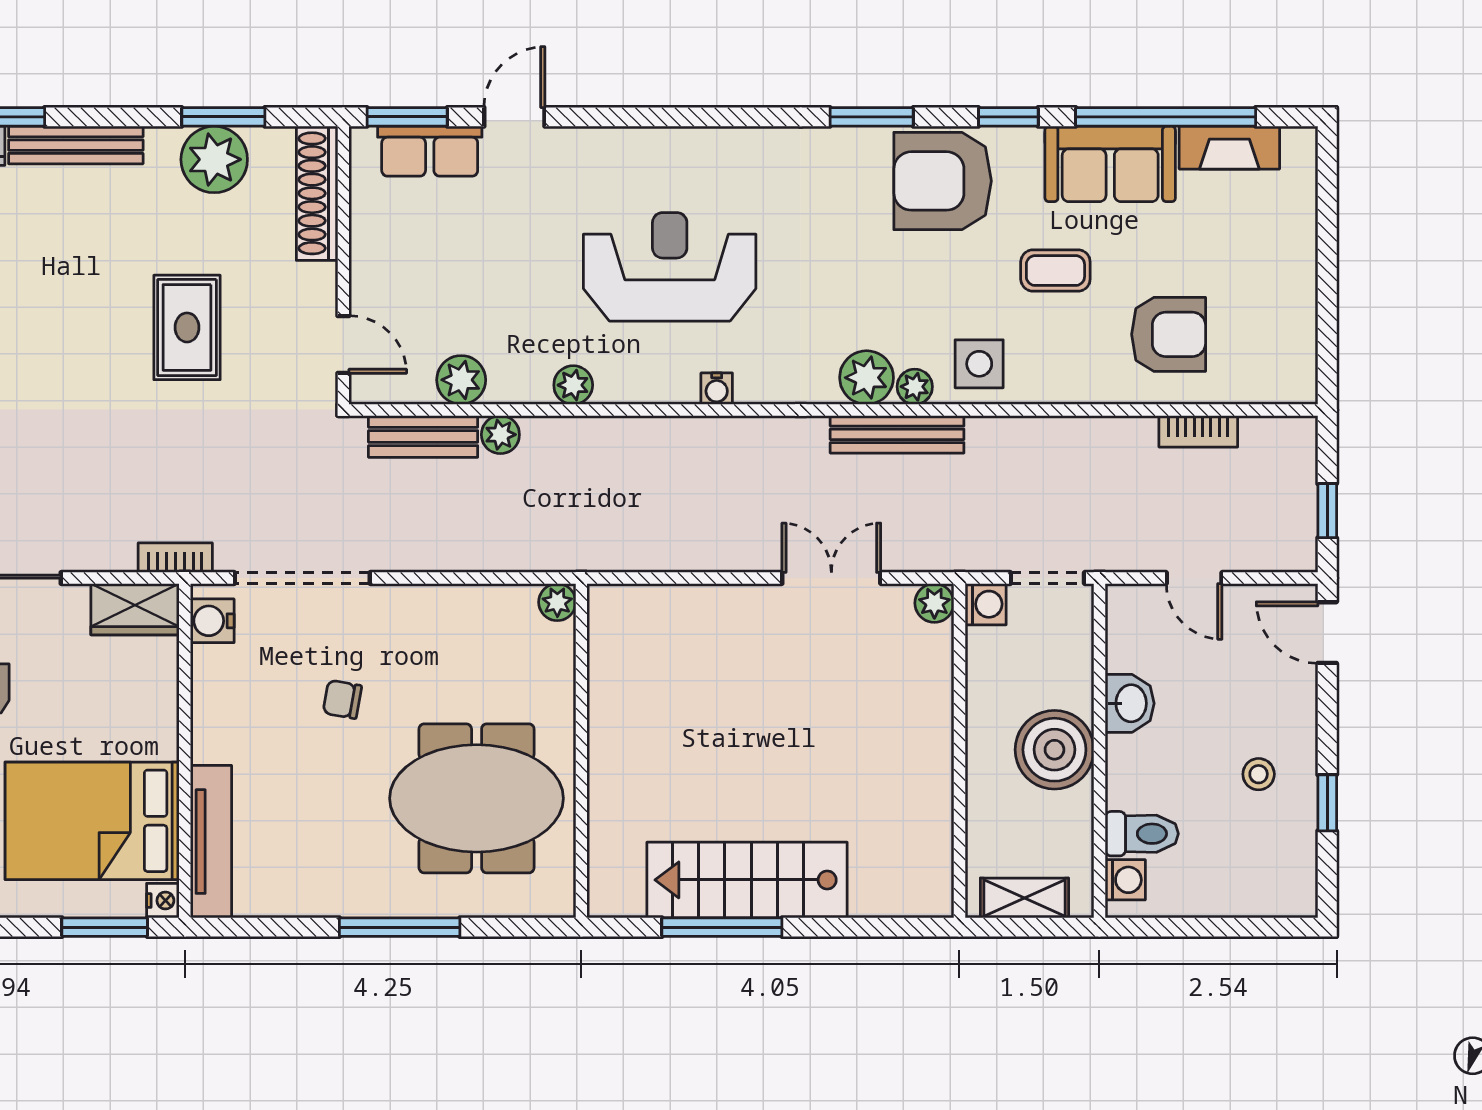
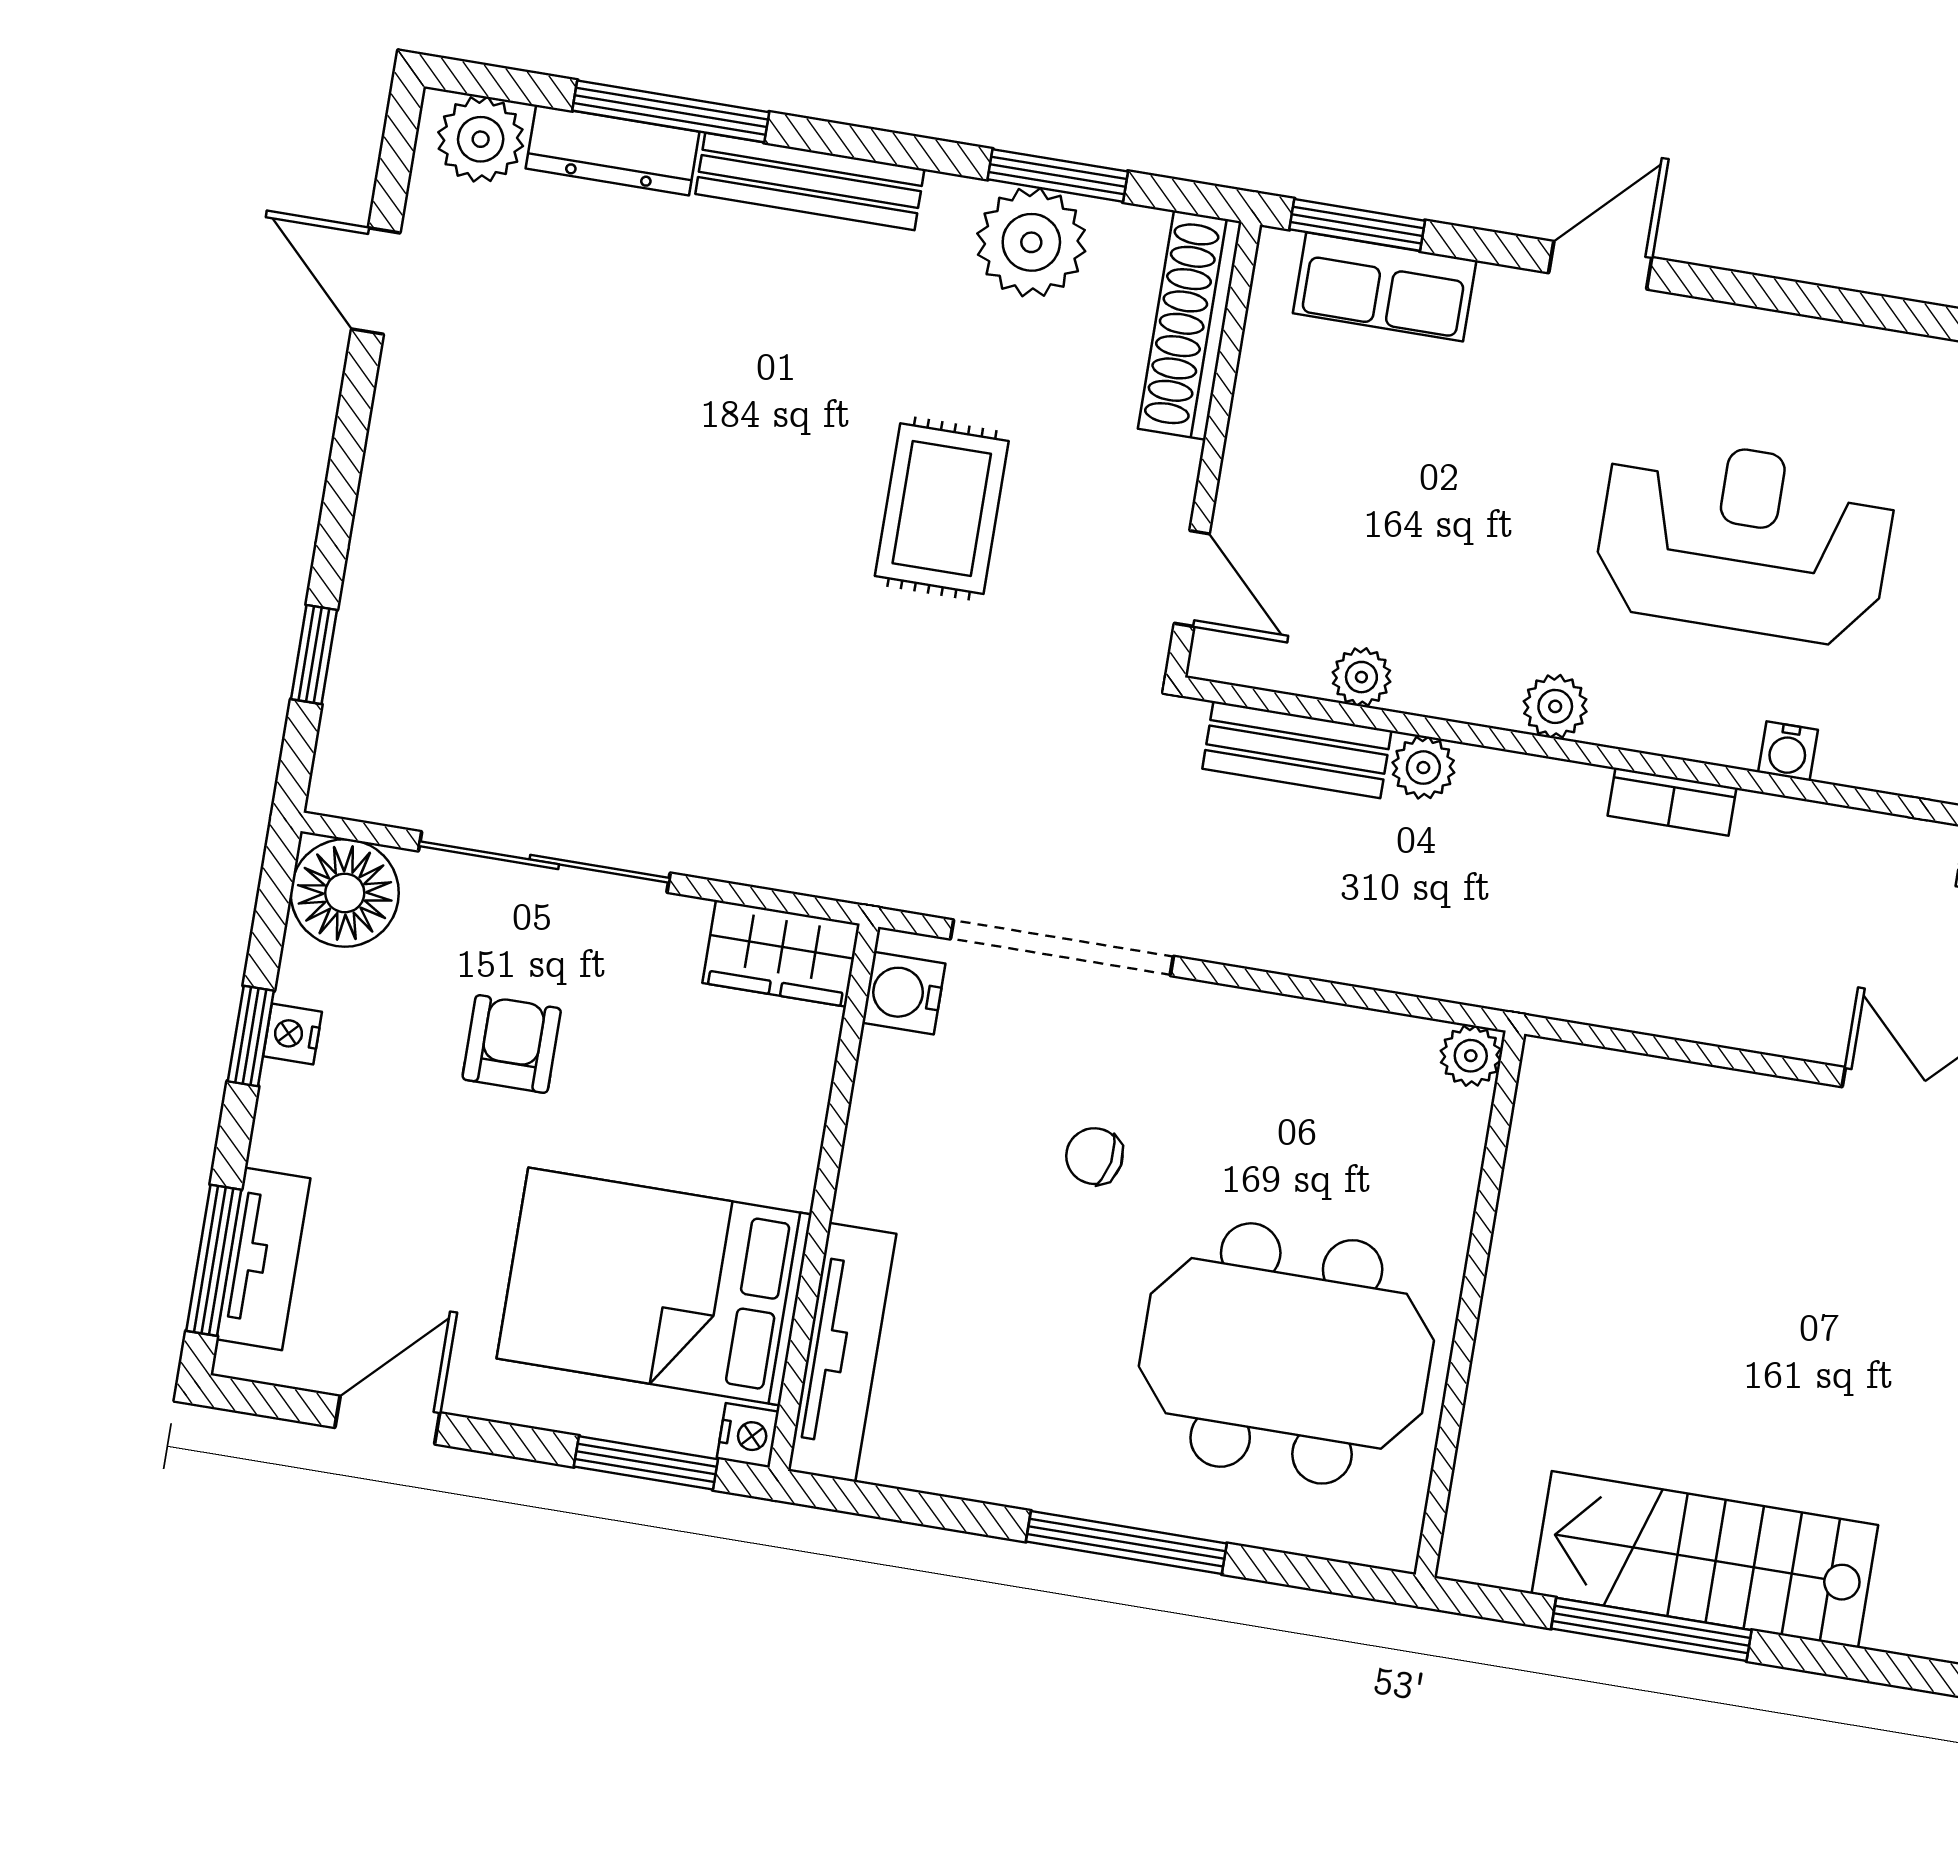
door: (514, 117) -> (1600, 265), moved
plant: (461, 380) -> (1361, 677), width x0.73, depth x0.73
bookcase: (175, 558) -> (1672, 802), moved, turned 180

